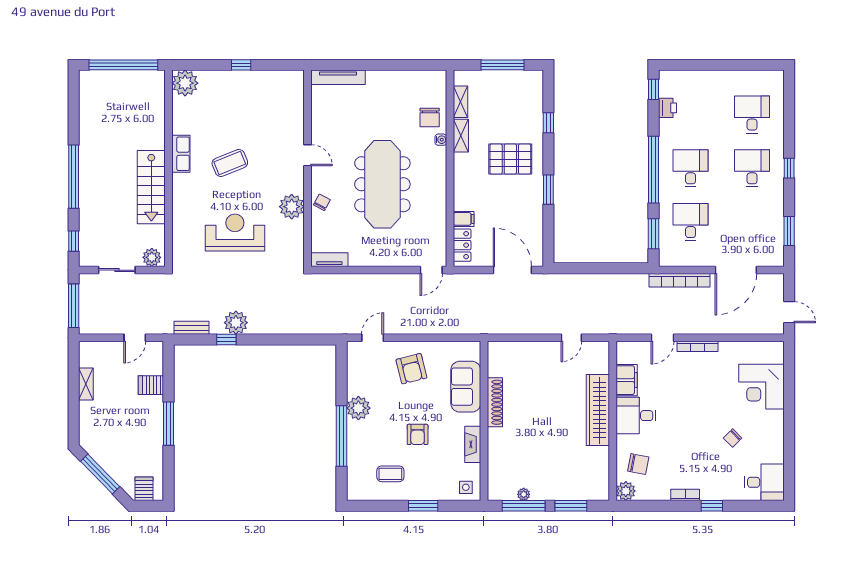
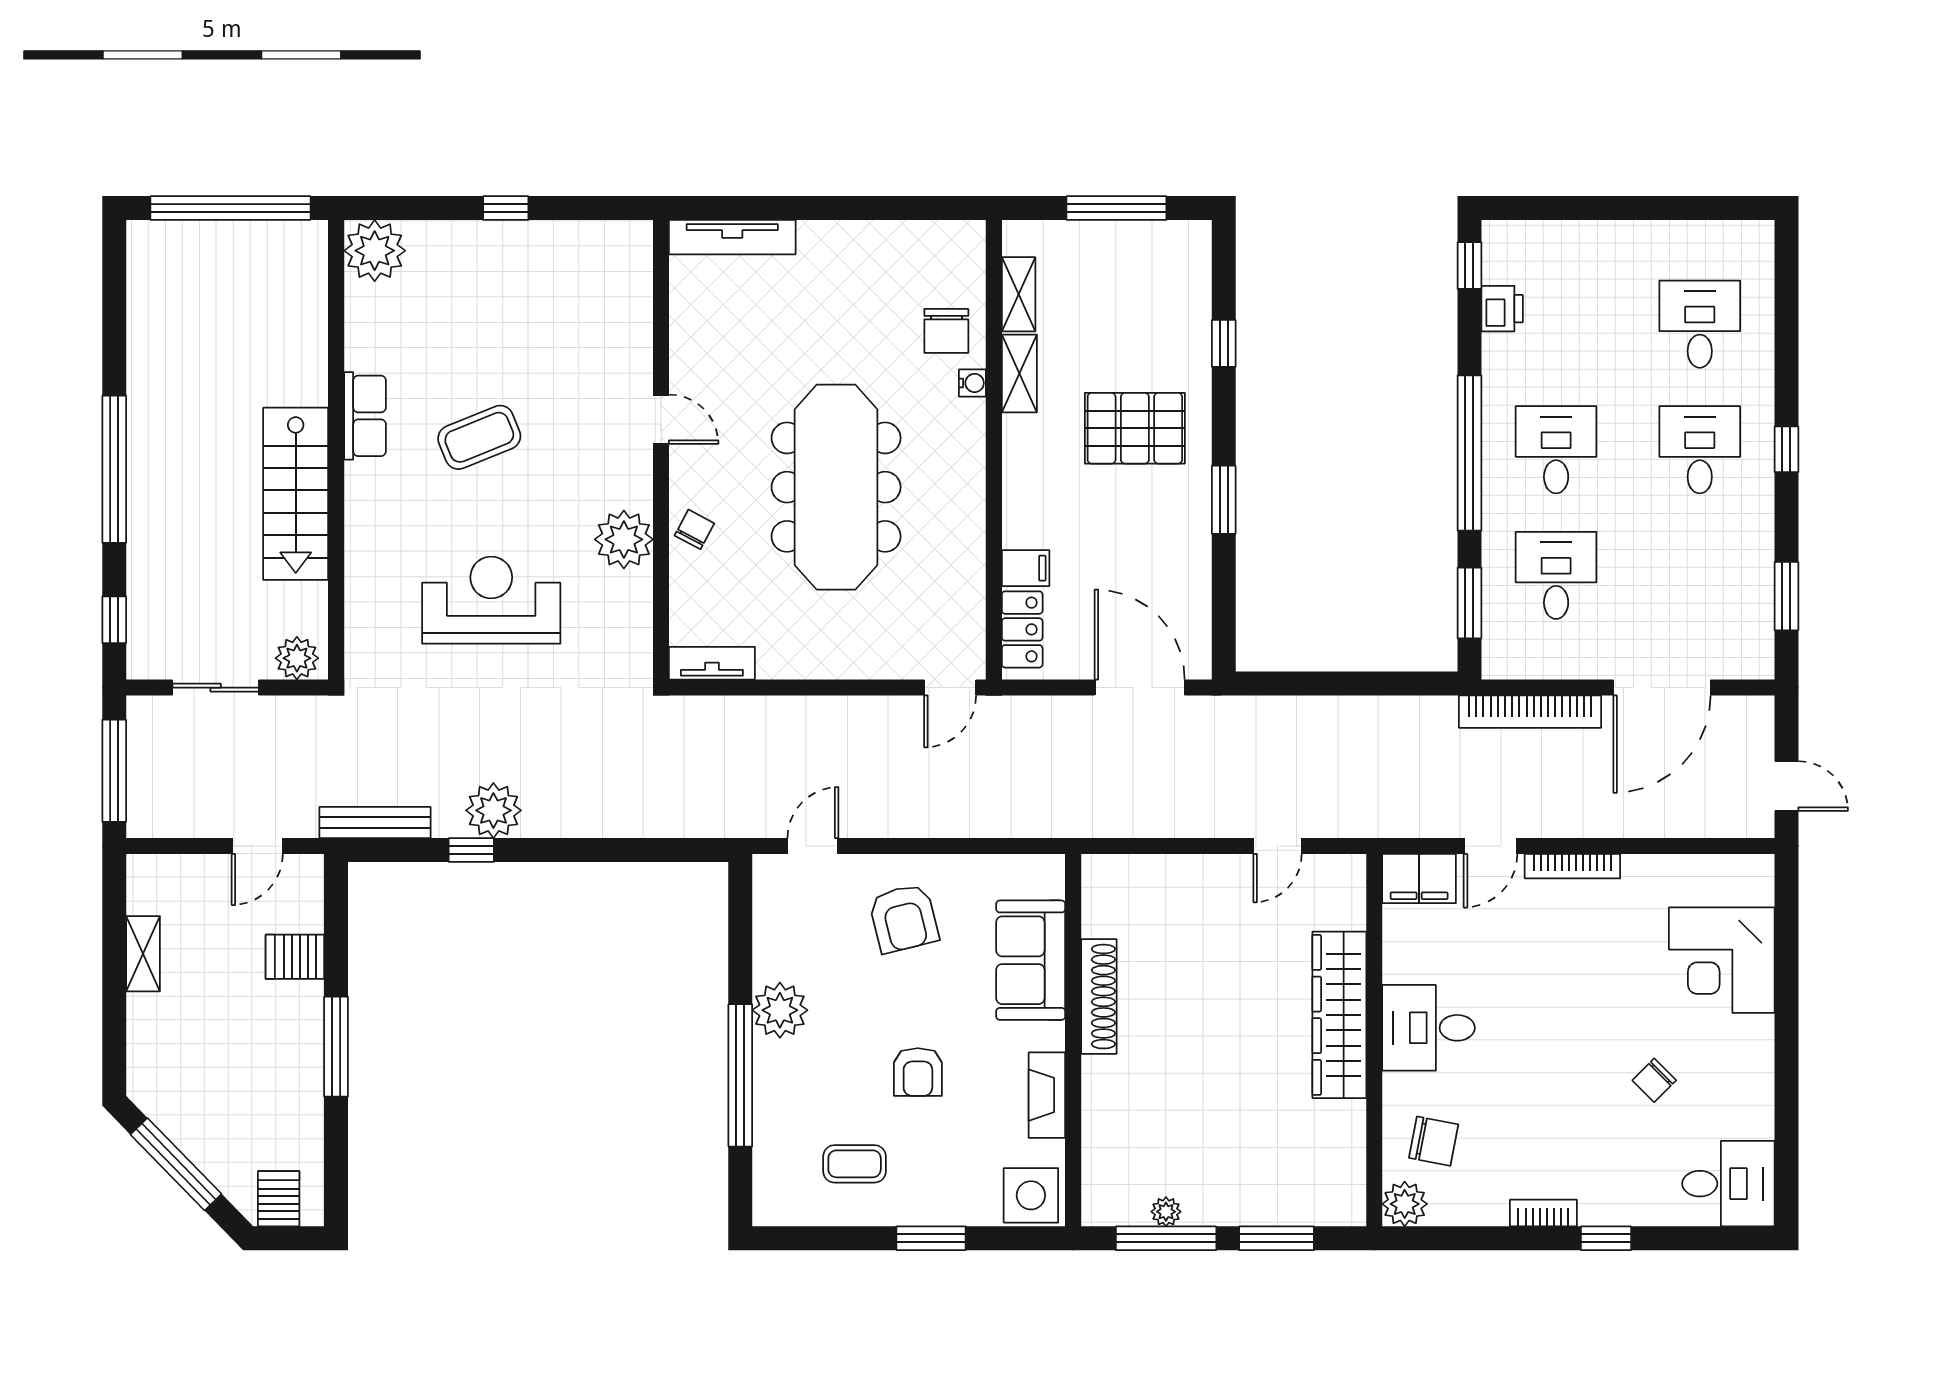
bench: (192, 328) -> (375, 823), width x1.36
filing cabinet: (627, 380) -> (1419, 879), moved, turned 90
side table: (466, 487) -> (1031, 1195), width x1.87, depth x1.87

